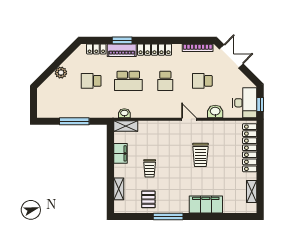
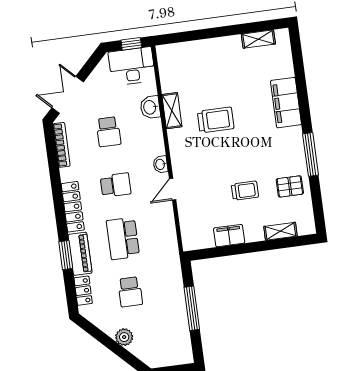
school desk: (128, 81) -> (123, 238), turned 180
washbasin: (124, 113) -> (160, 164), moved
door: (189, 119) -> (173, 189), moved
shelving: (126, 126) -> (172, 111), moved
locker: (250, 148) -> (196, 50), removed

